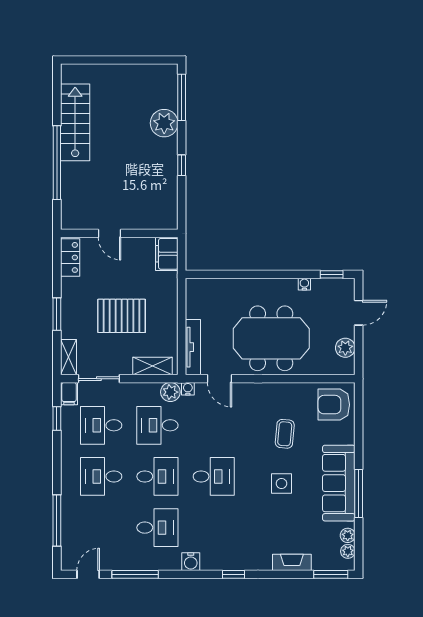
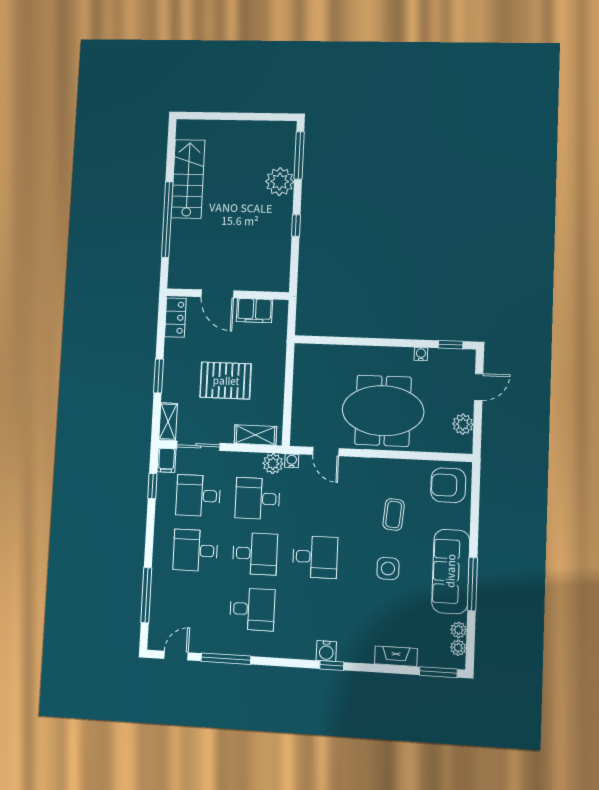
door: (110, 233) -> (217, 294), width x1.37
filing cabinet: (167, 254) -> (254, 311), moved, turned -90
tv unit: (193, 347) -> (299, 417), removed
water cooler: (191, 562) -> (326, 651), moved

